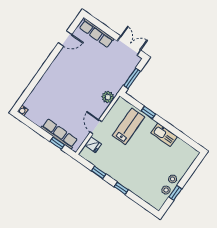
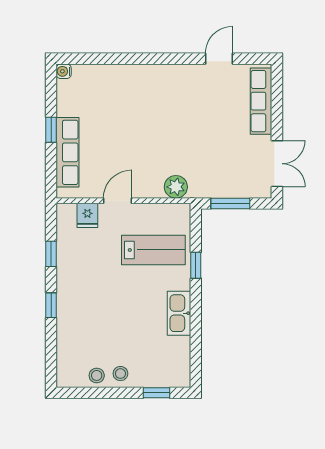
door: (65, 38) -> (219, 59), swing flipped
window: (57, 143) -> (51, 130), moved
window: (175, 193) -> (156, 393), moved

